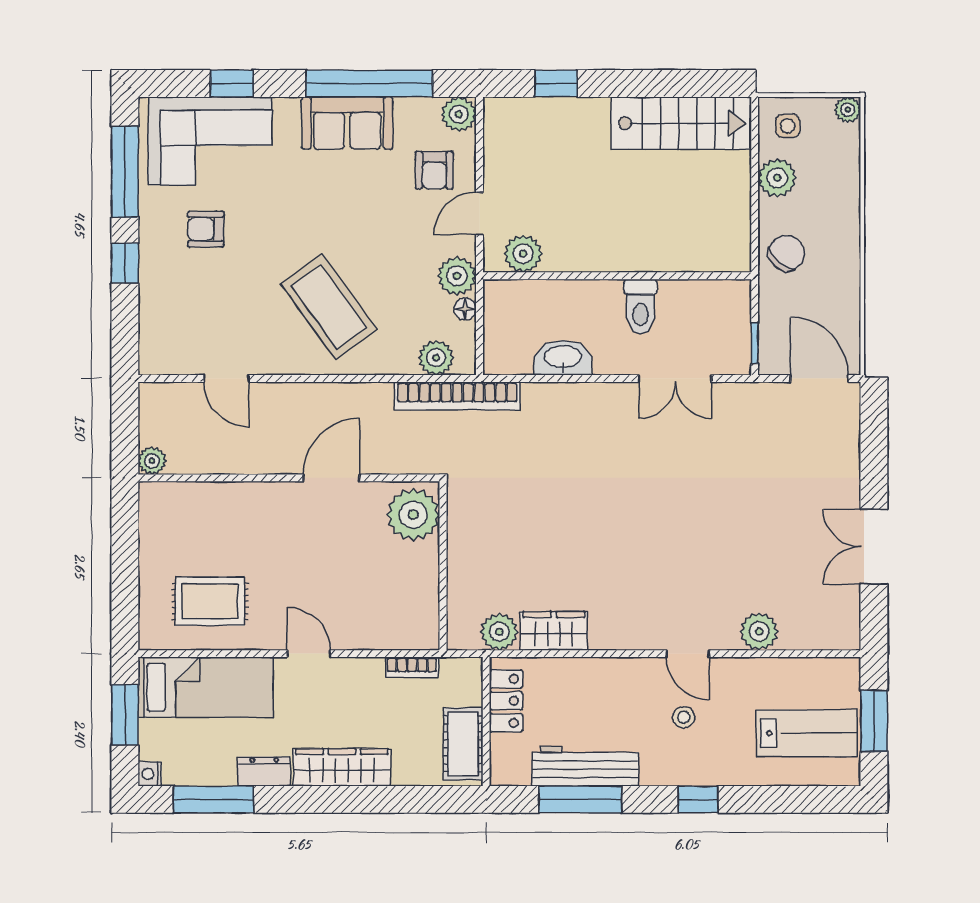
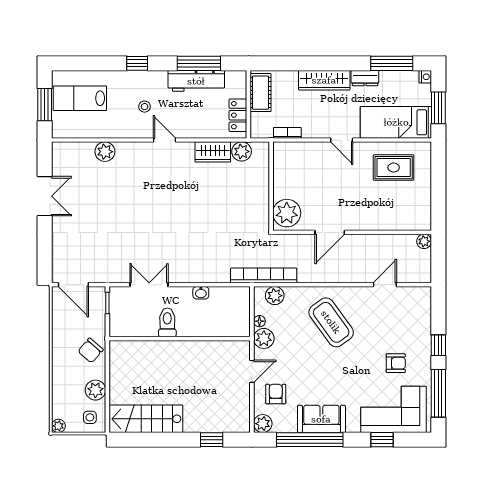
plant: (523, 254) -> (229, 350), removed
washbasin: (563, 358) -> (201, 293), width x0.52, depth x0.69
door: (226, 378) -> (385, 285), hinge flipped
door: (688, 654) -> (165, 140), moved

